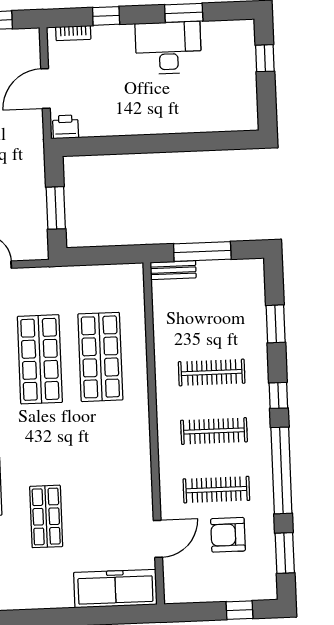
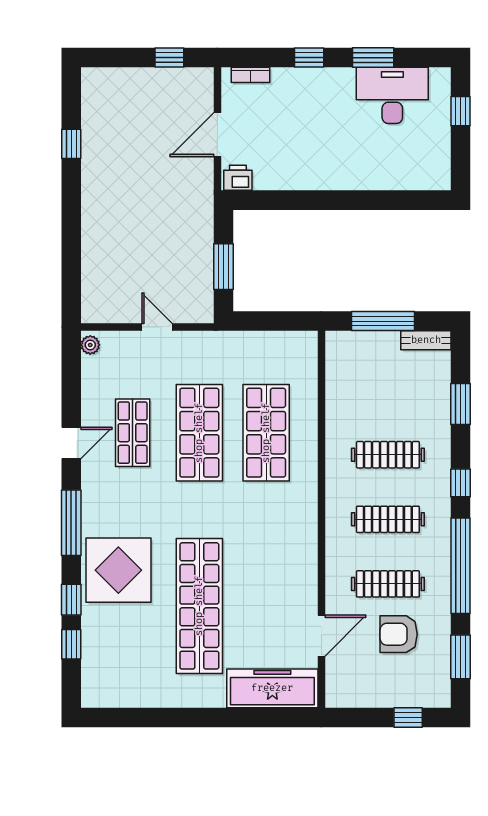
window: (106, 16) -> (309, 58), moved
desk: (168, 48) -> (392, 95), moved
bench: (173, 270) -> (426, 340), moved
shop shelf: (46, 516) -> (199, 606), width x2.00, depth x1.36

